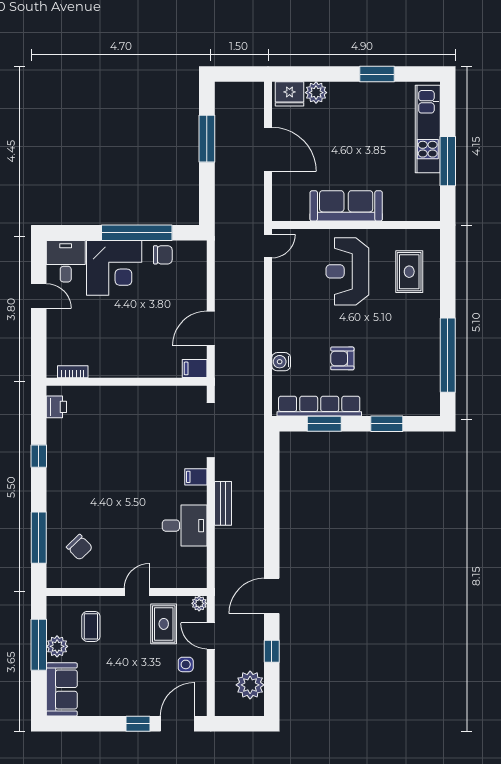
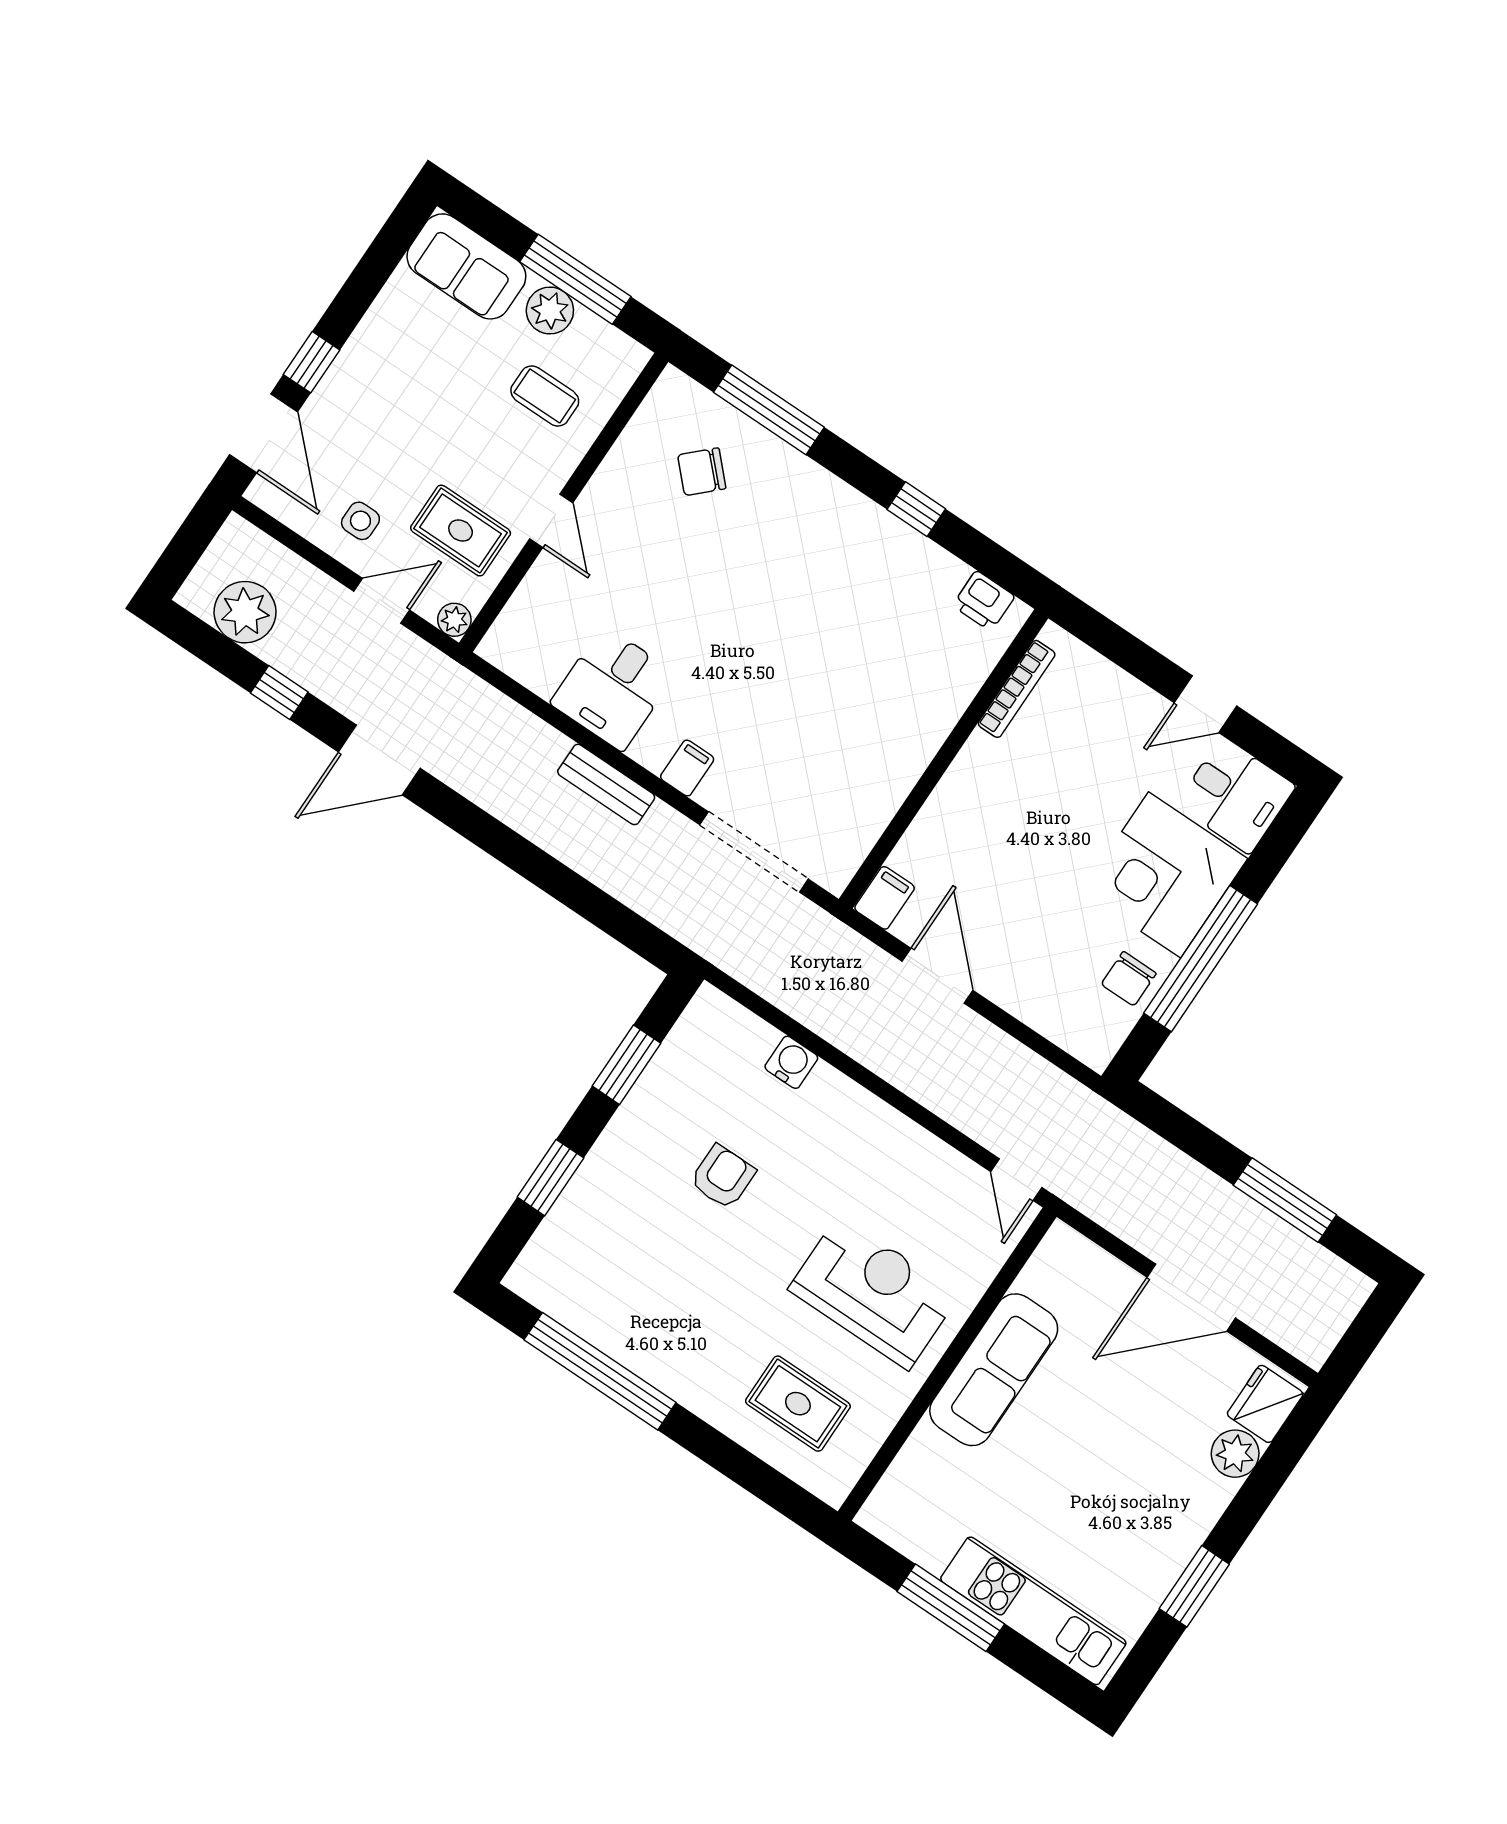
bookcase: (73, 372) -> (1017, 689), width x1.56
row of seats: (319, 406) -> (665, 1077), removed
door: (272, 596) -> (379, 760), swing flipped

